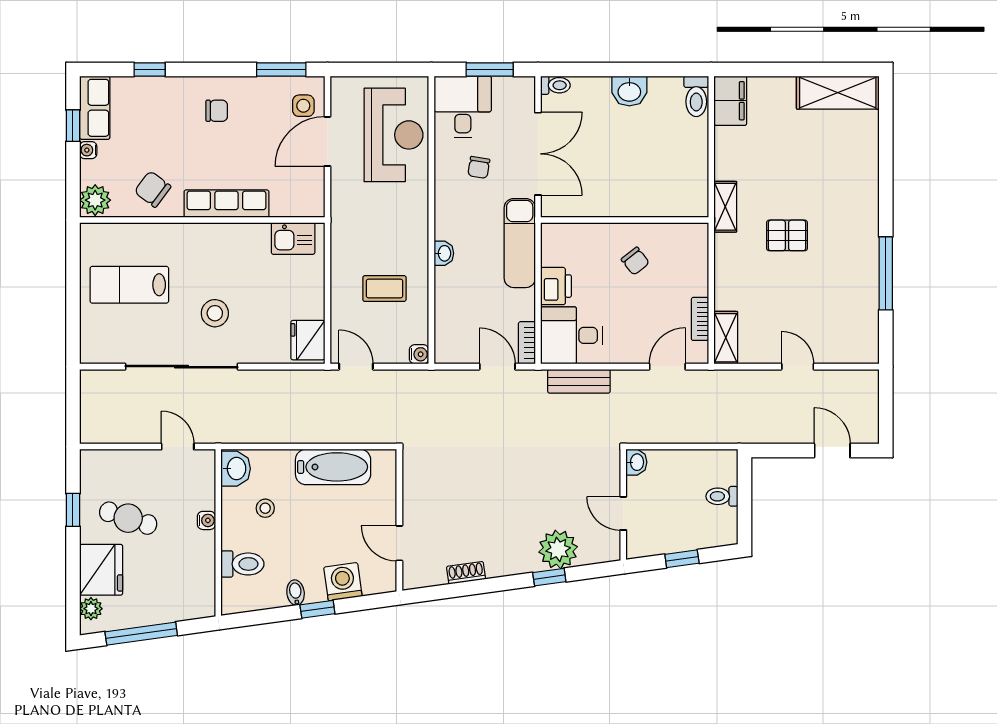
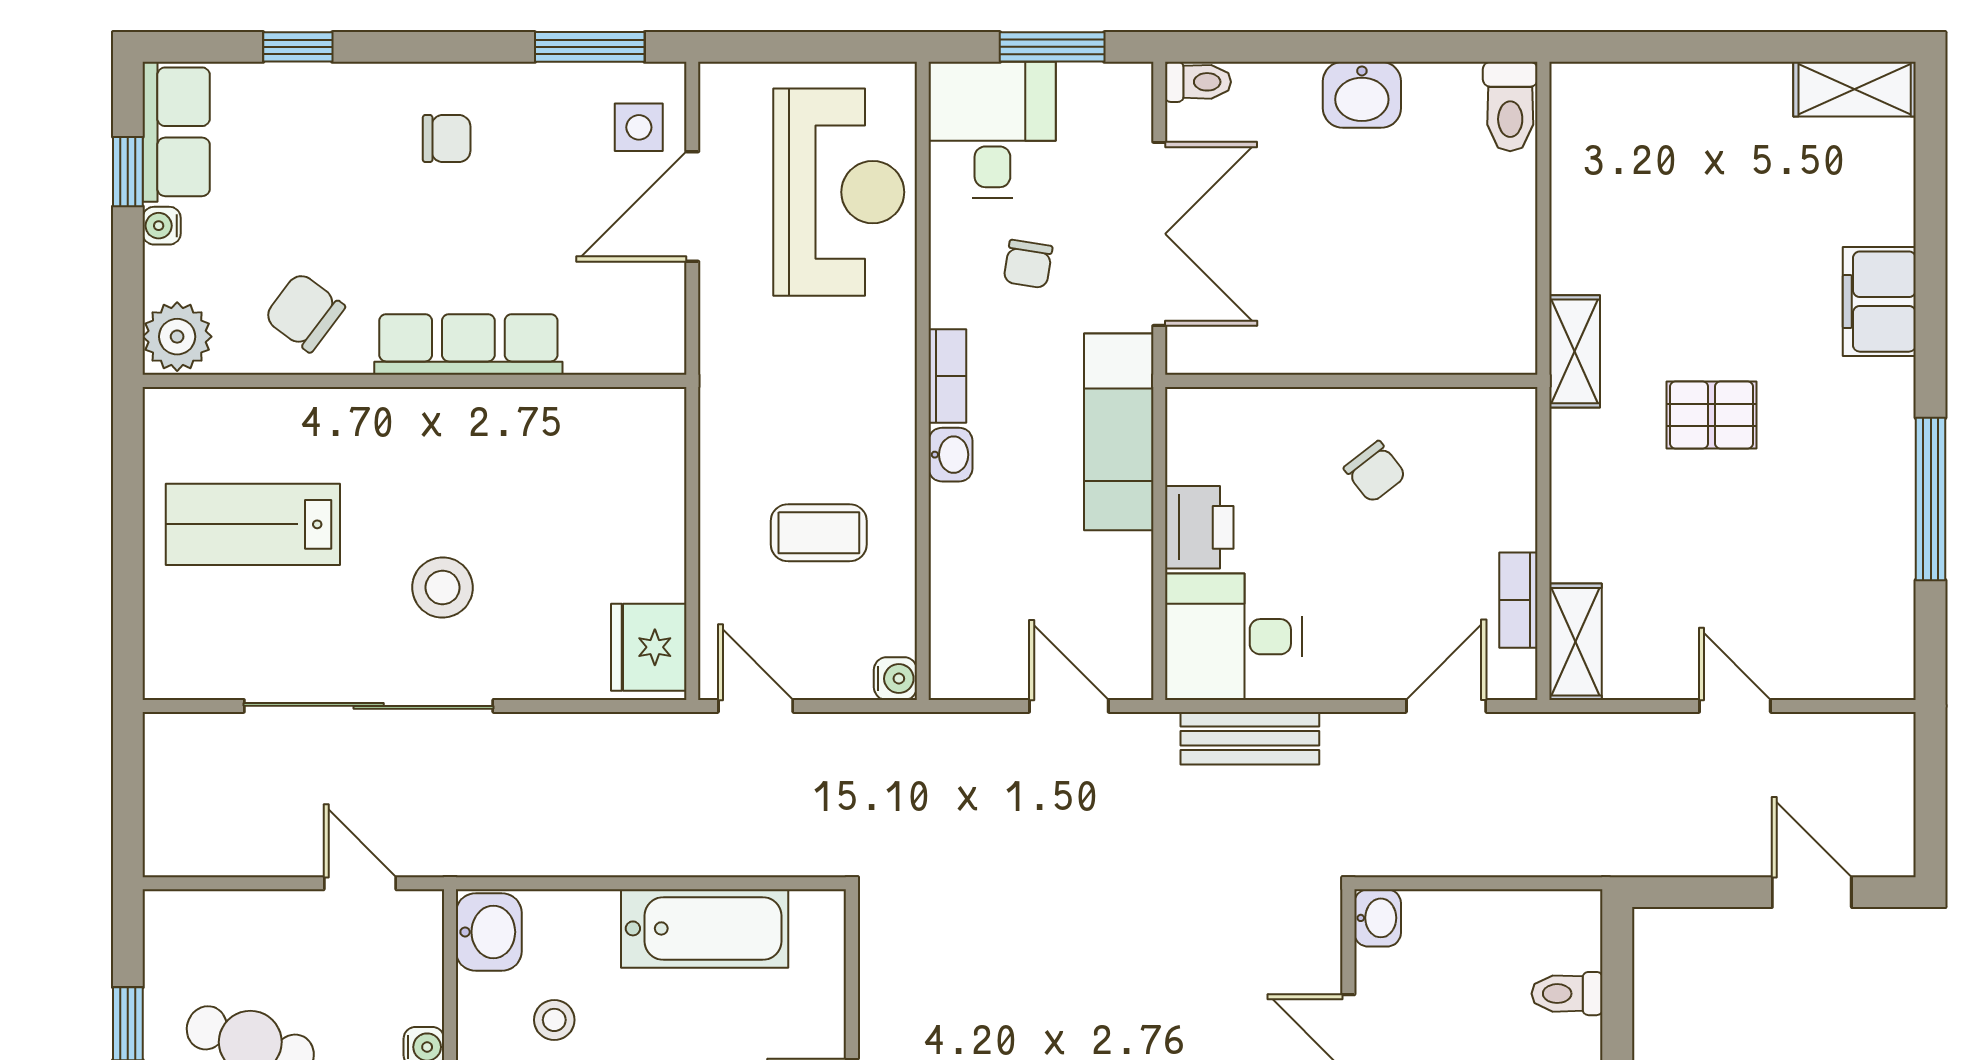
shelving: (838, 93) -> (1855, 89), width x0.67, depth x0.75
filing cabinet: (730, 101) -> (1879, 302), moved, turned 180
kitchen sink: (293, 239) -> (616, 422), removed
bookcase: (527, 343) -> (947, 376), moved, turned 180

